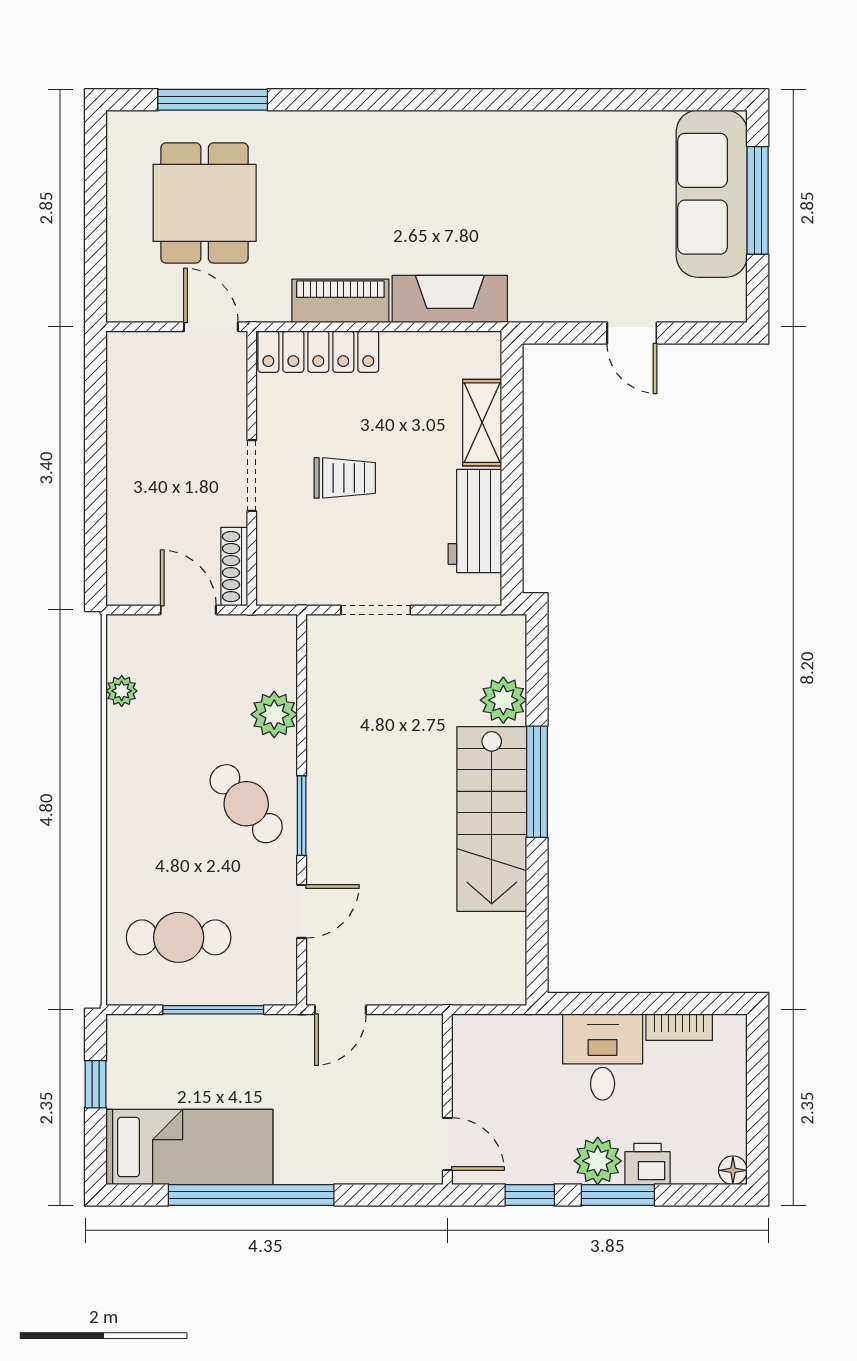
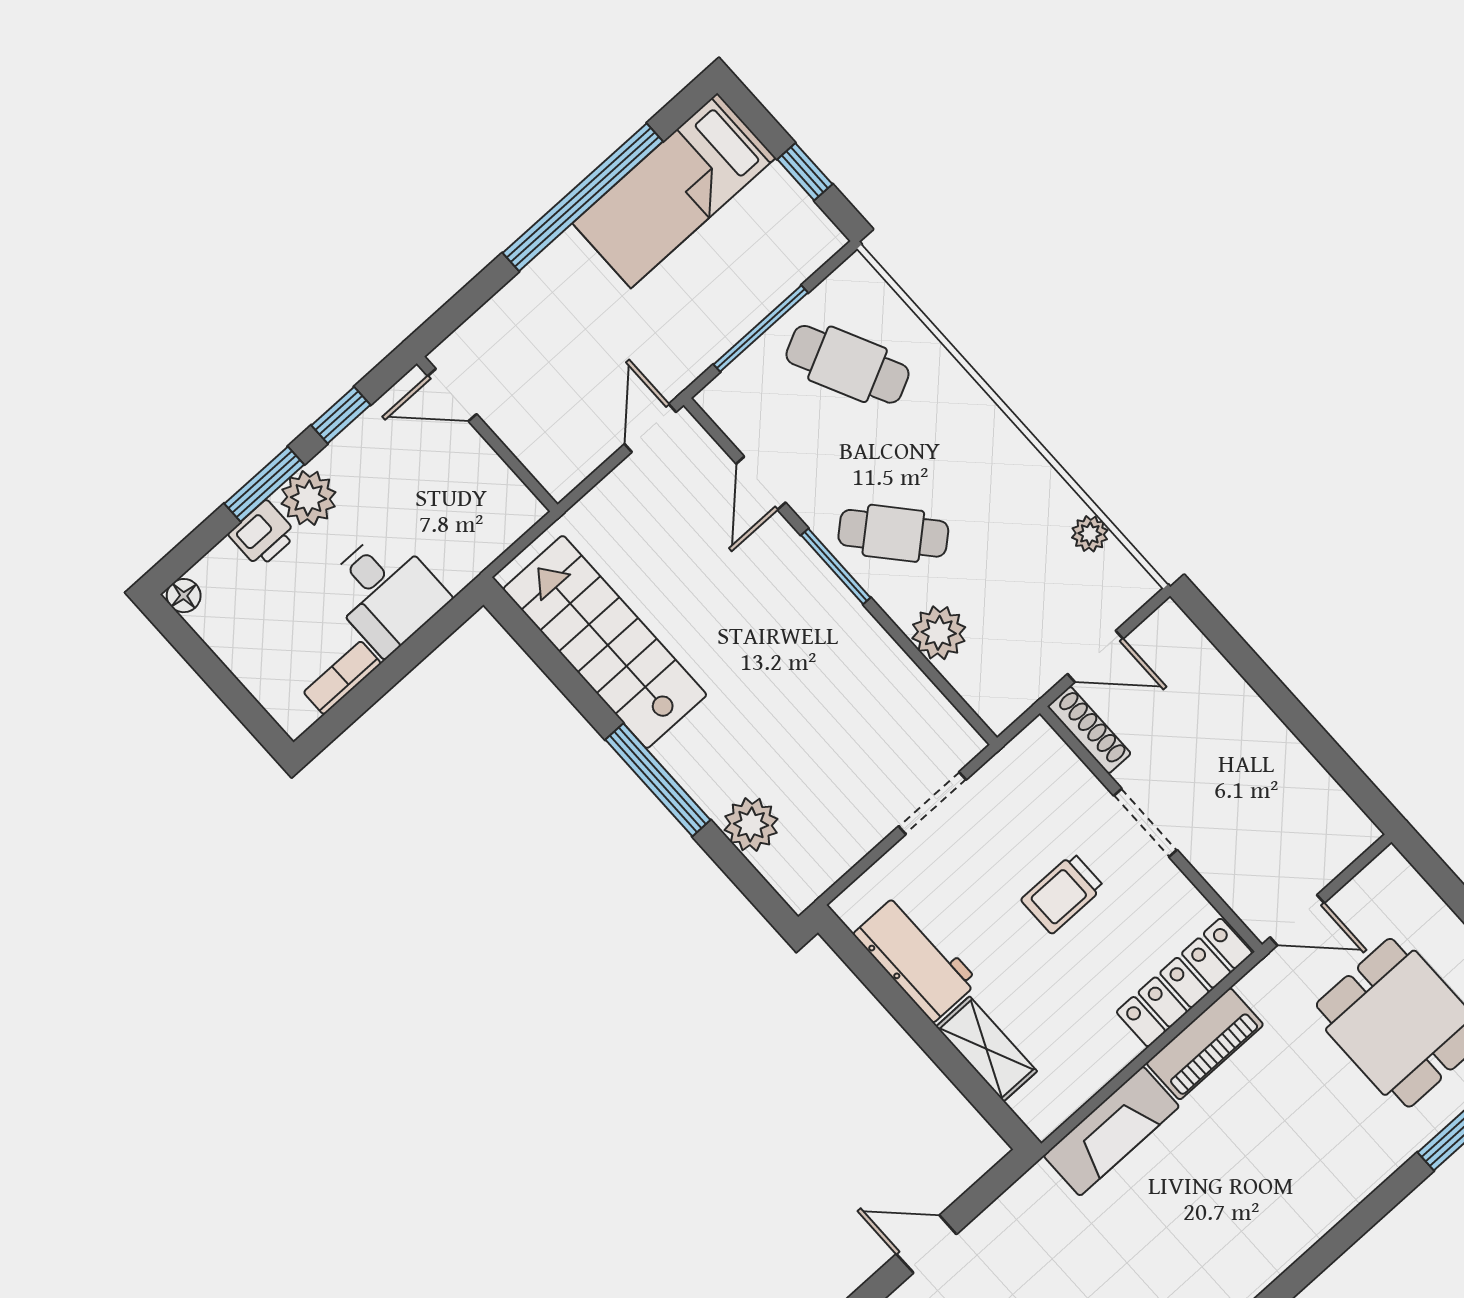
stairs: (492, 819) -> (605, 642), moved
cafe table: (179, 937) -> (848, 364), turned 64

